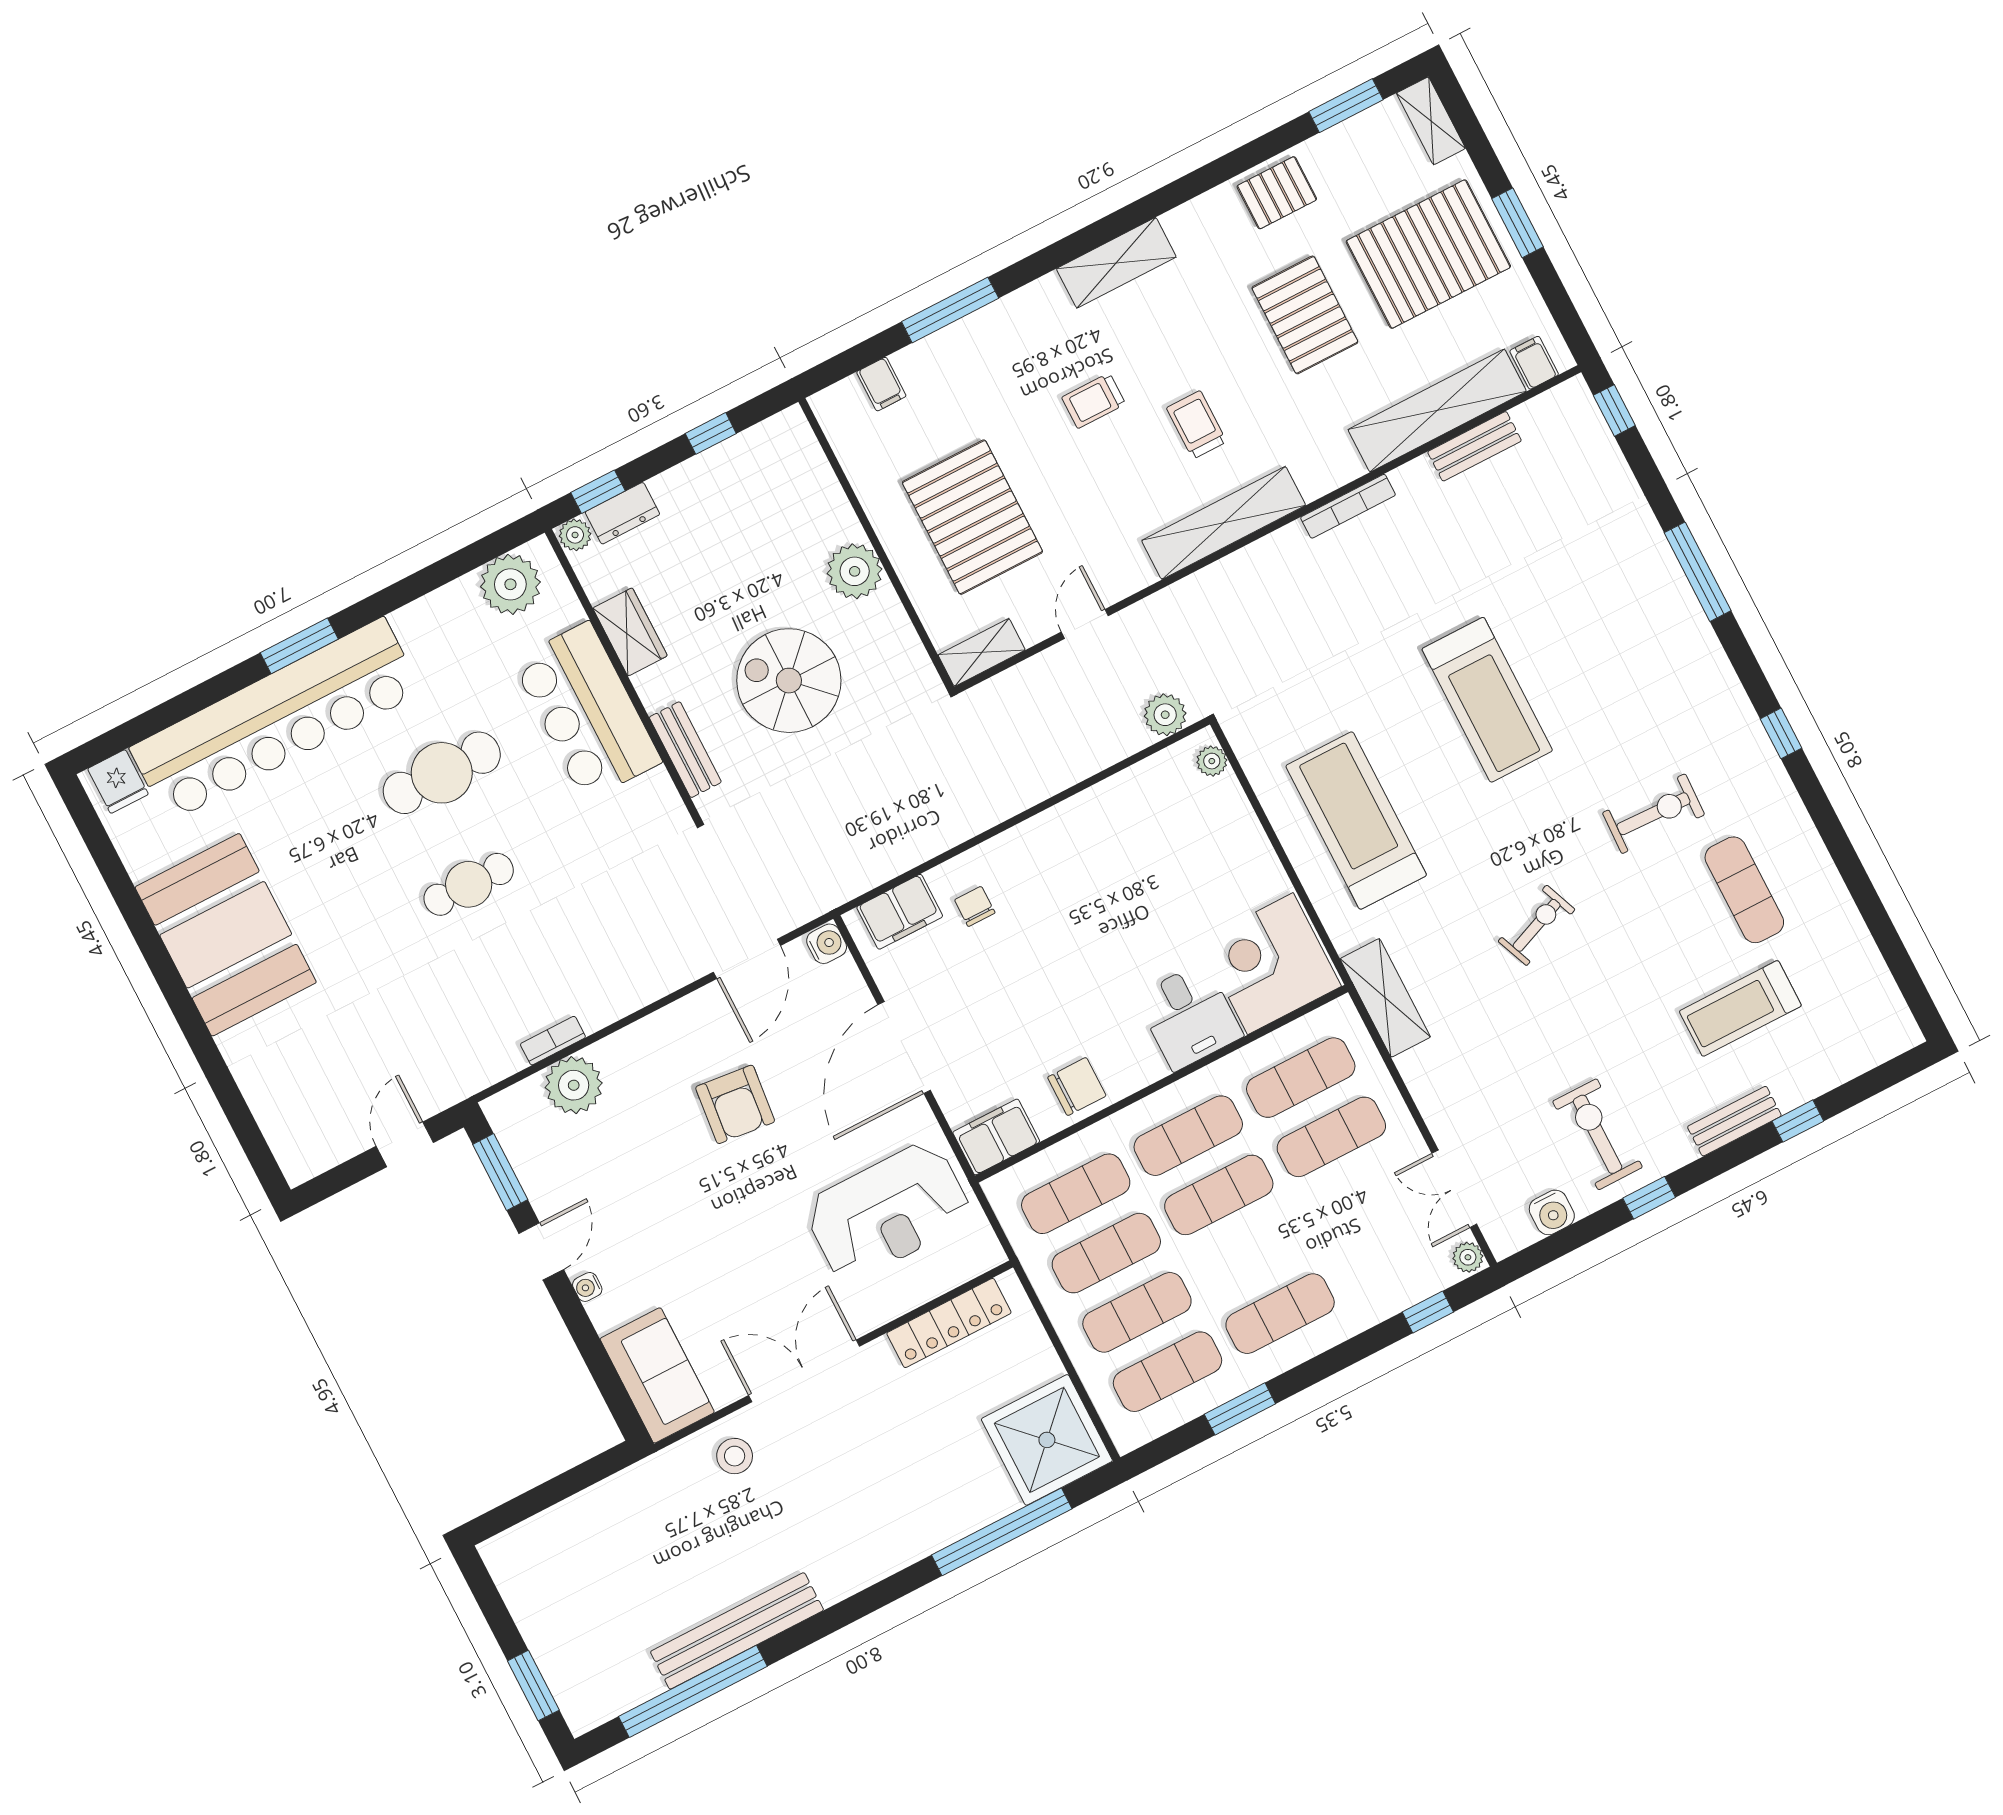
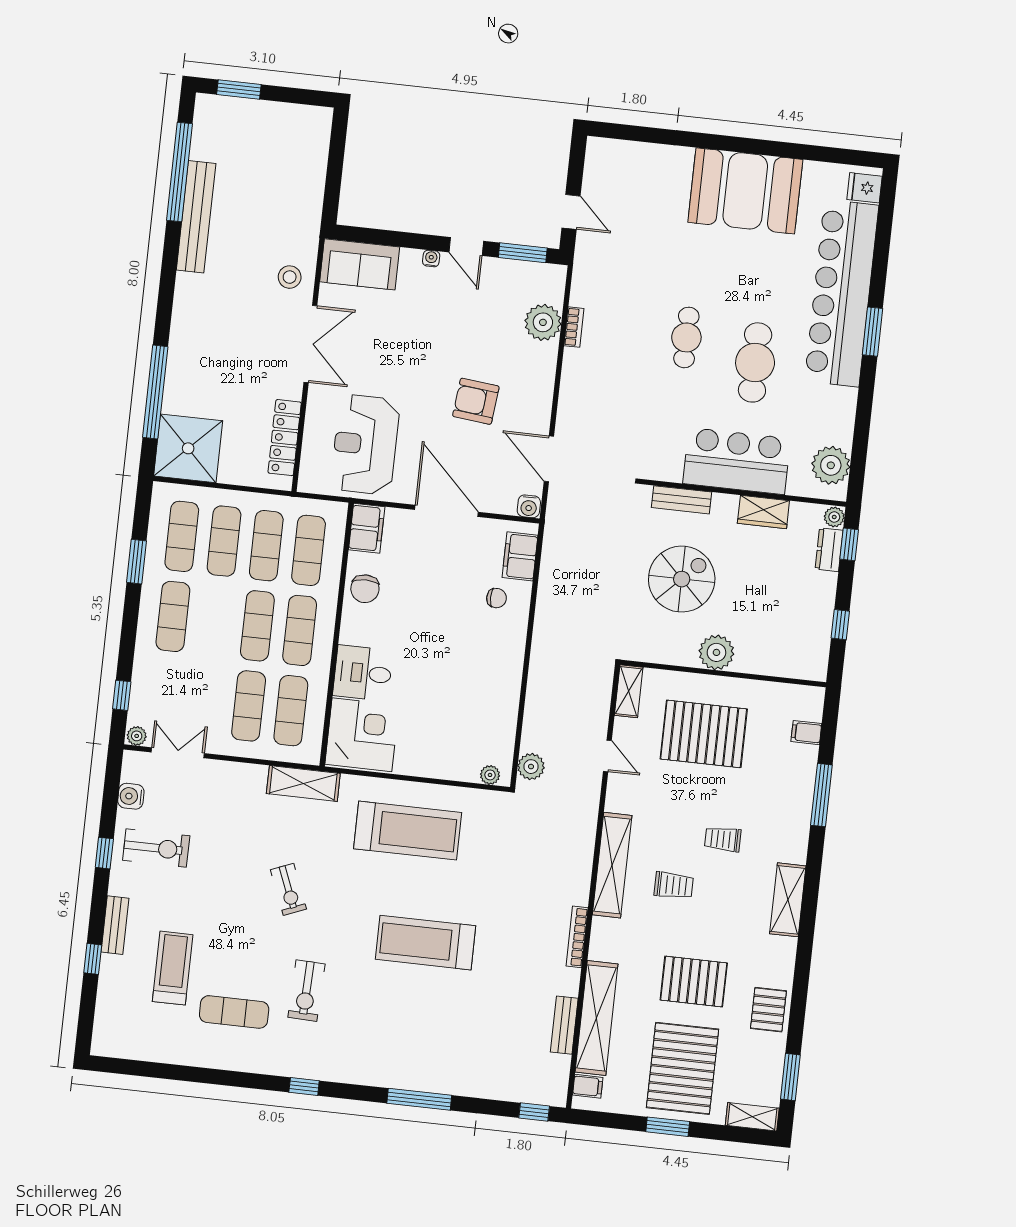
trolley: (1094, 401) -> (723, 839), turned -90

